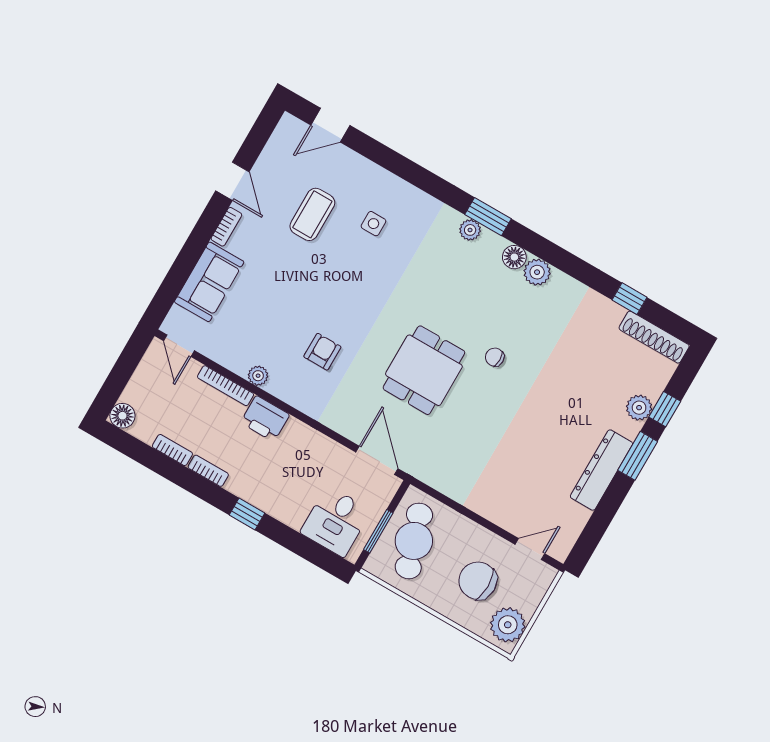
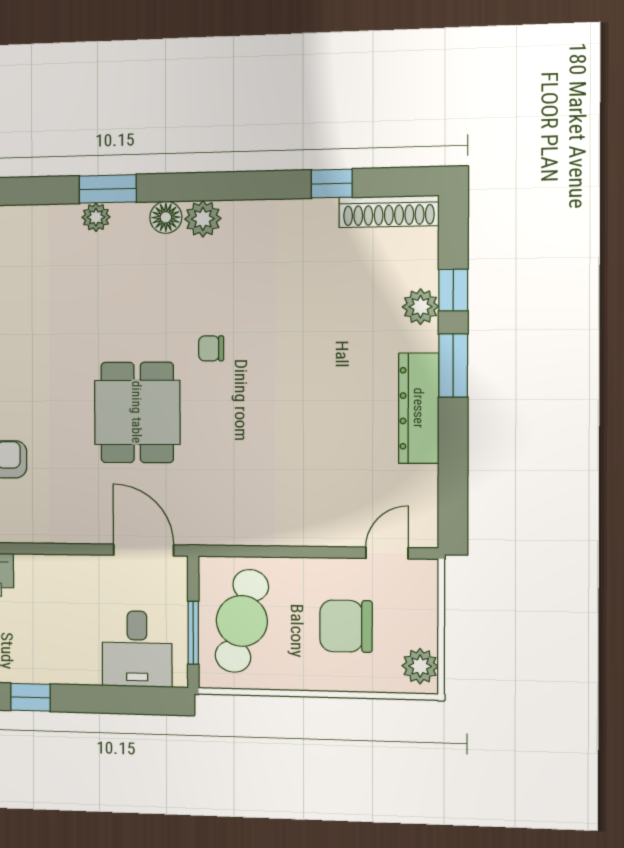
cafe table: (414, 541) -> (242, 621), turned 32
plant: (508, 625) -> (420, 666), width x0.73, depth x0.73

